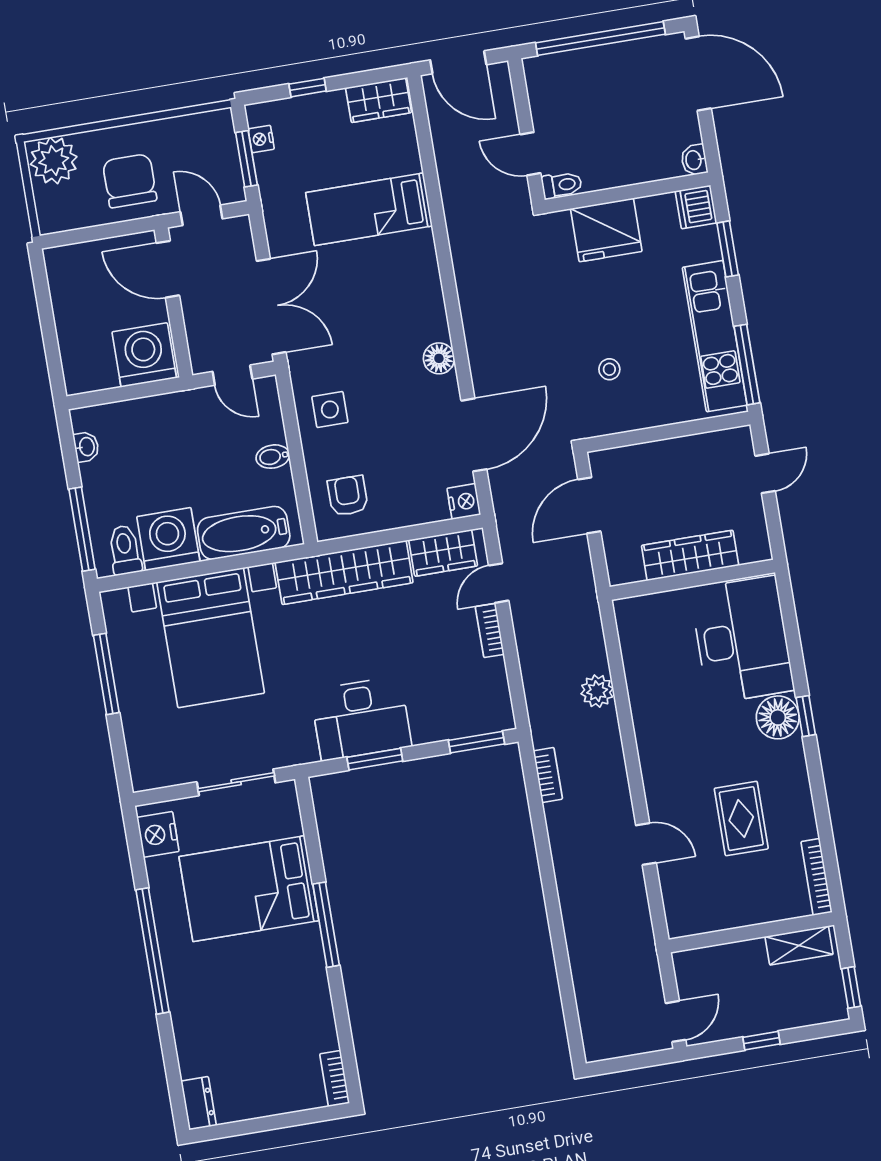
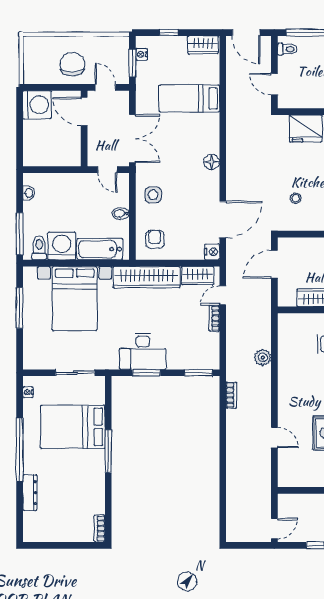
plant: (54, 160) -> (36, 48), removed
toilet: (562, 185) -> (287, 49), moved
washing machine: (144, 355) -> (37, 105), moved, turned 90
floor lamp: (439, 358) -> (212, 162), moved
nightstand: (158, 834) -> (28, 392), width x0.53, depth x0.56
dresser: (199, 1103) -> (30, 493), moved, width x1.44

